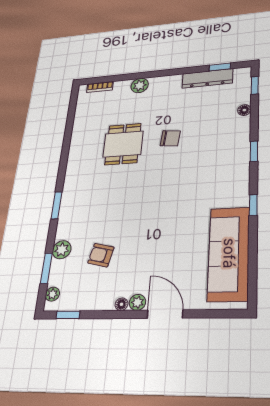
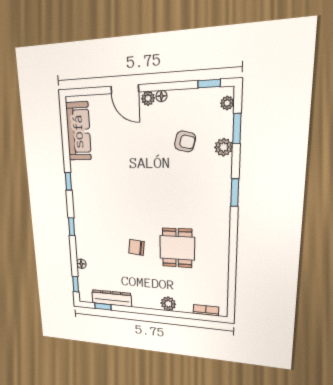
sofa: (229, 253) -> (78, 131), width x0.74, depth x0.79

